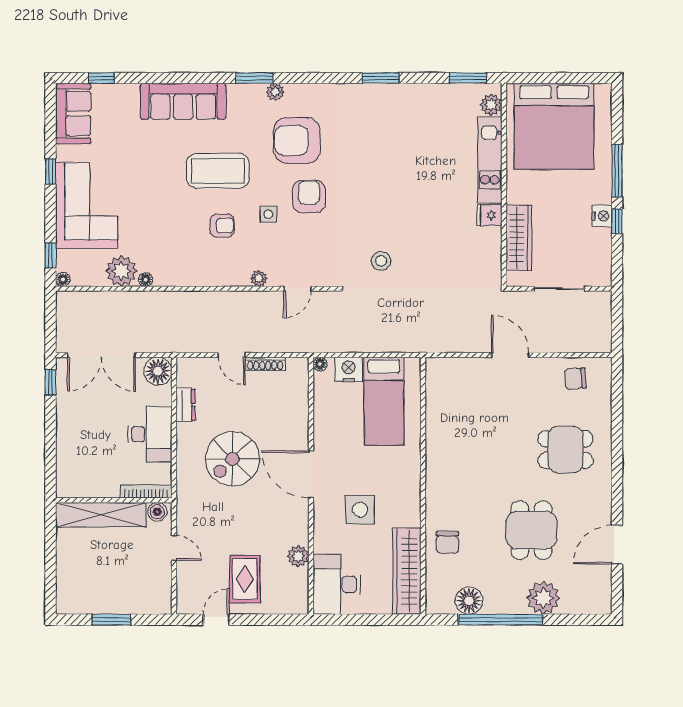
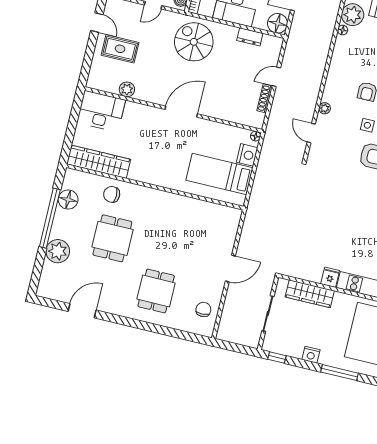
window: (617, 221) -> (277, 358), moved
stool: (381, 261) -> (317, 195), removed
spiral stairs: (232, 459) -> (194, 42), moved
side table: (360, 510) -> (149, 139), removed
dining table: (531, 530) -> (112, 238), moved, turned 90
door: (617, 545) -> (82, 311), hinge flipped

